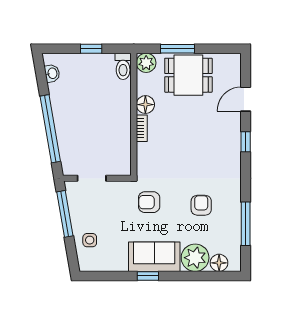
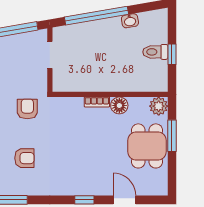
toilet: (123, 66) -> (155, 52), moved
washbasin: (52, 73) -> (130, 21), moved

